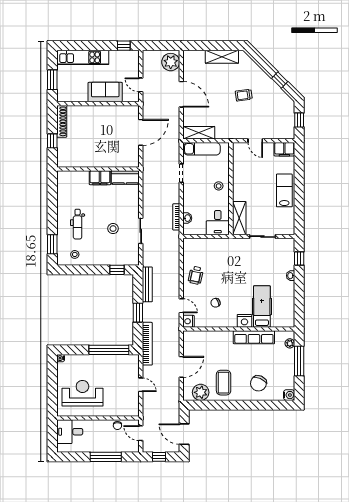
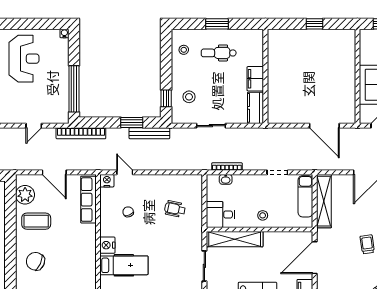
shoe rack: (62, 121) -> (337, 35), removed
shelving: (199, 133) -> (324, 201), width x1.47
door: (255, 141) -> (315, 258), width x1.88
wall: (98, 169) -> (265, 76), moved
filing cabinet: (100, 178) -> (255, 79), moved
kitchen counter: (125, 178) -> (255, 108), moved
shelving: (239, 218) -> (235, 239), width x1.47
stool: (113, 229) -> (189, 97), moved
window: (52, 244) -> (217, 24), moved
wheelchair: (196, 275) -> (175, 209), moved
door: (181, 306) -> (125, 172), swing flipped
window: (138, 313) -> (132, 122), moved
row of seats: (254, 337) -> (88, 200), moved

